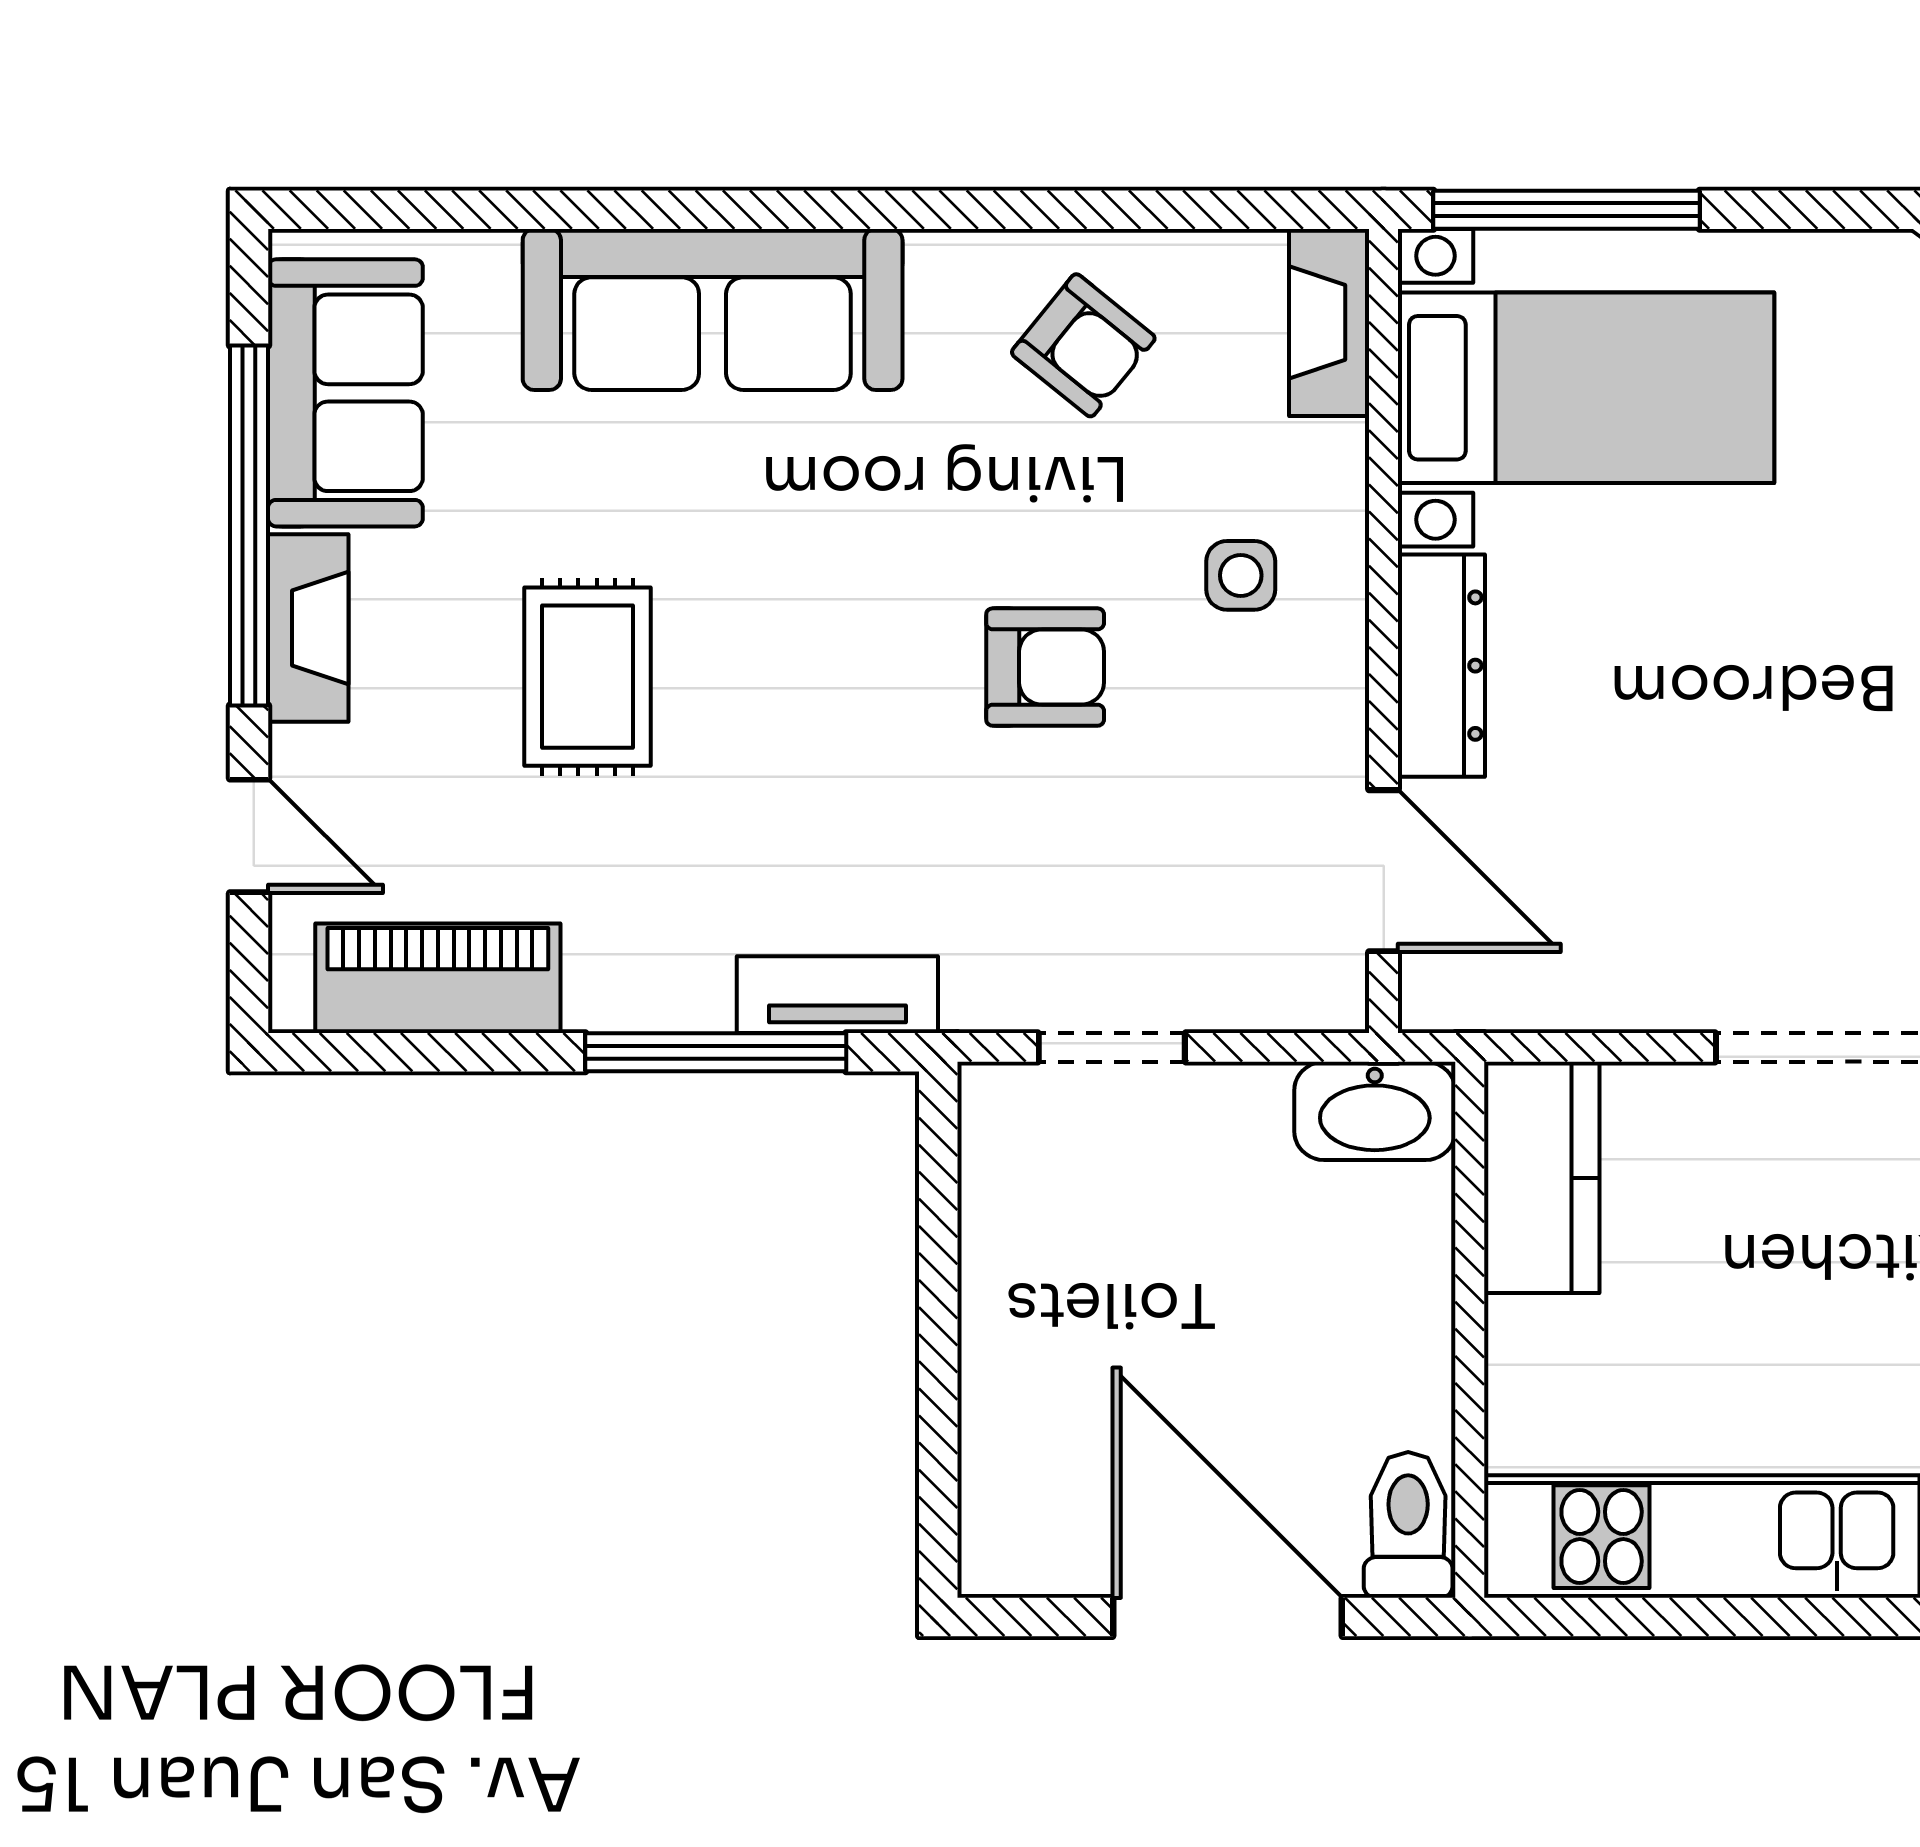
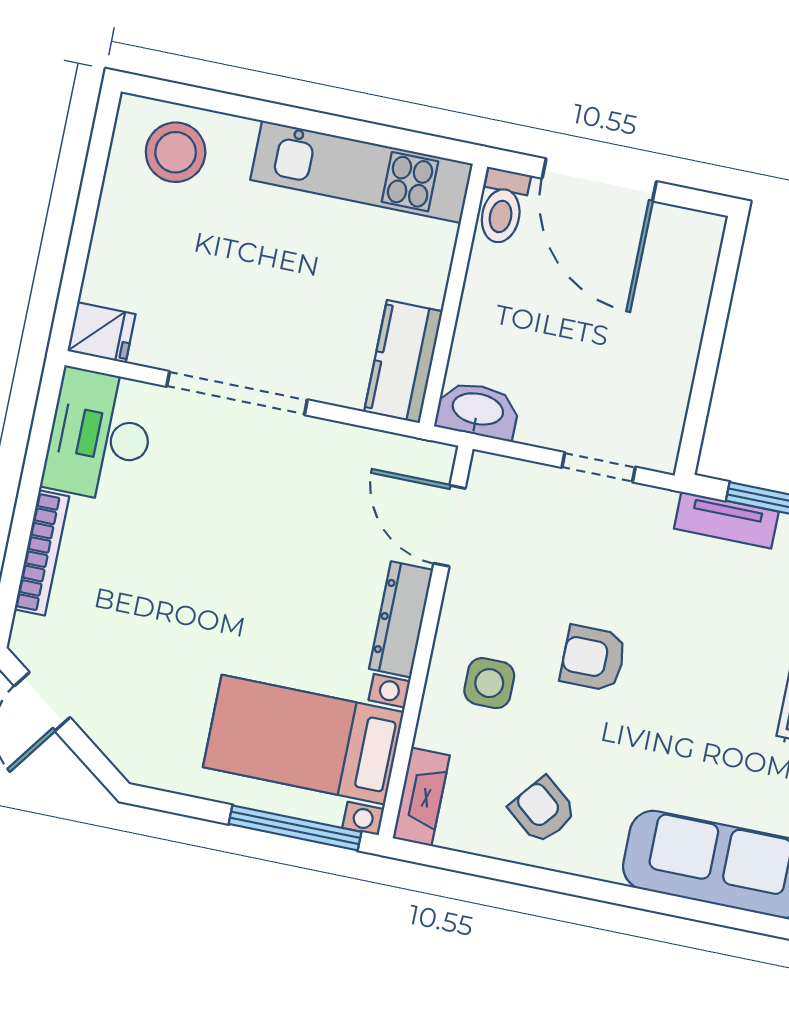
side table: (1241, 575) -> (489, 683), width x1.37, depth x1.37

